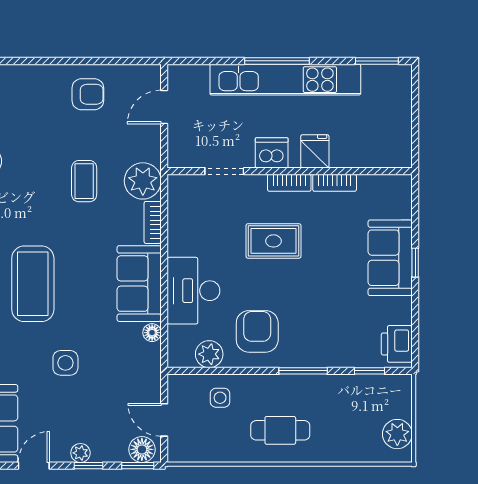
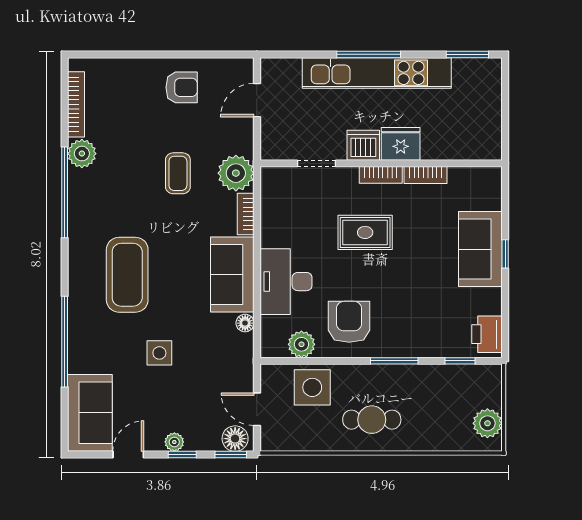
fridge: (315, 151) -> (401, 144), width x1.38
side table: (220, 398) -> (312, 387), width x1.87, depth x1.87

